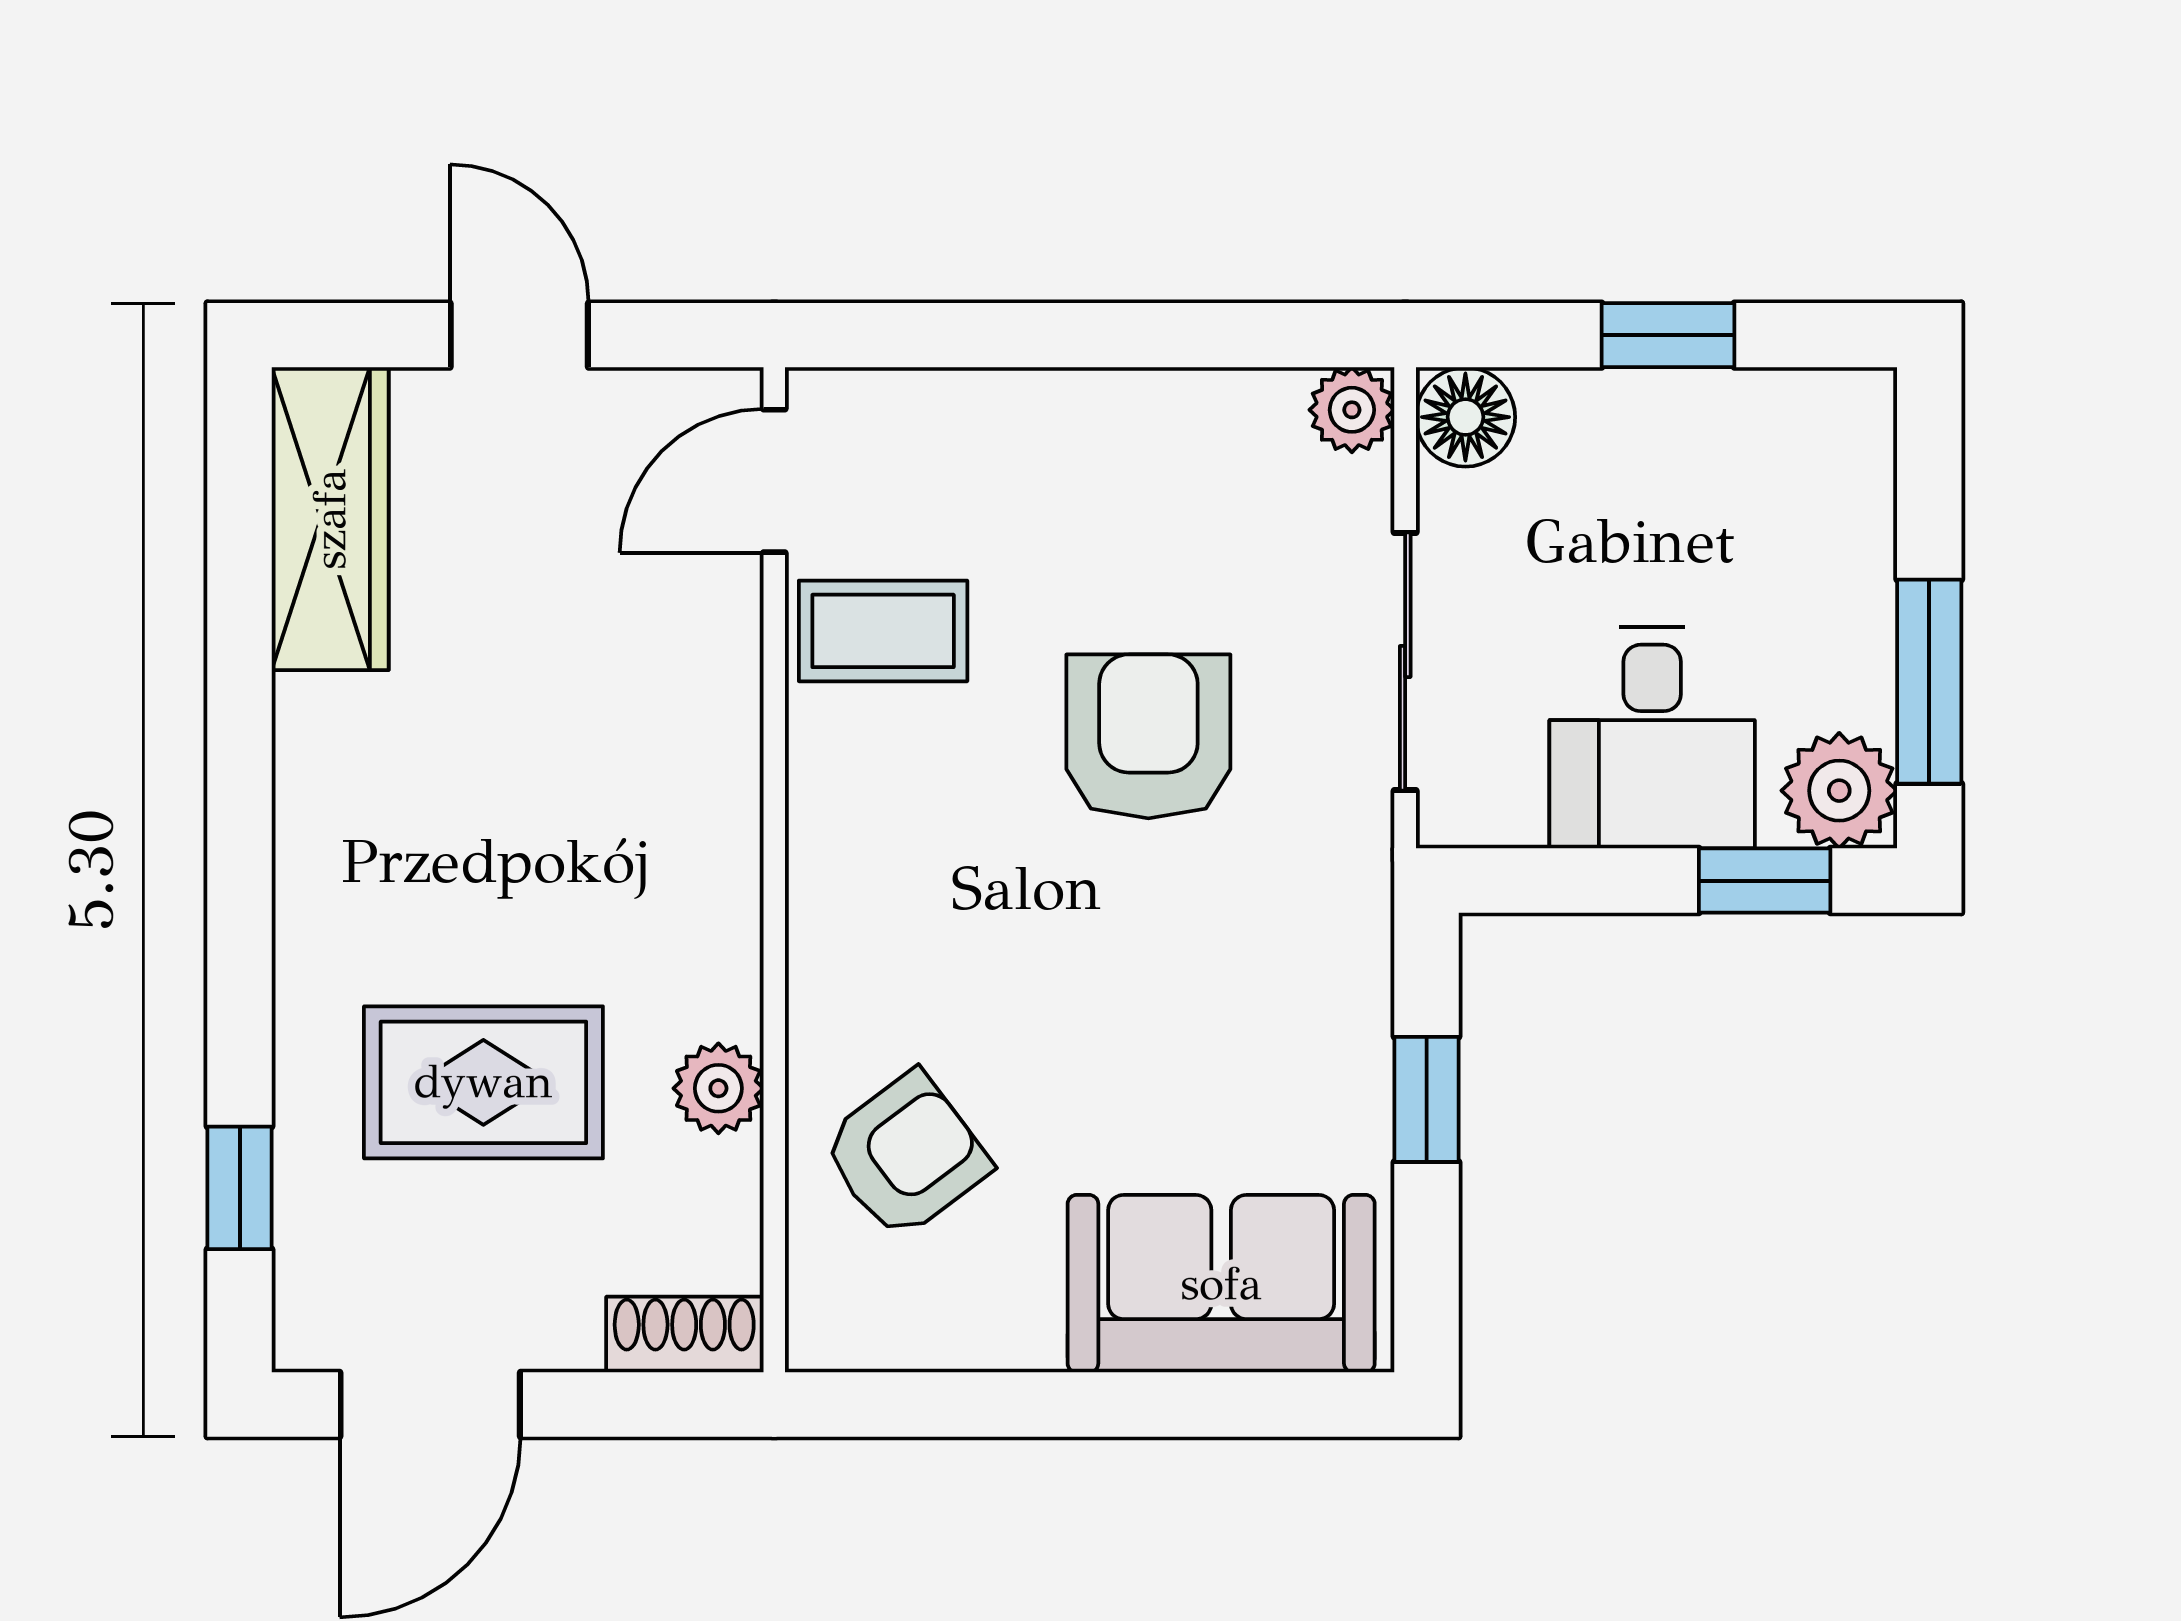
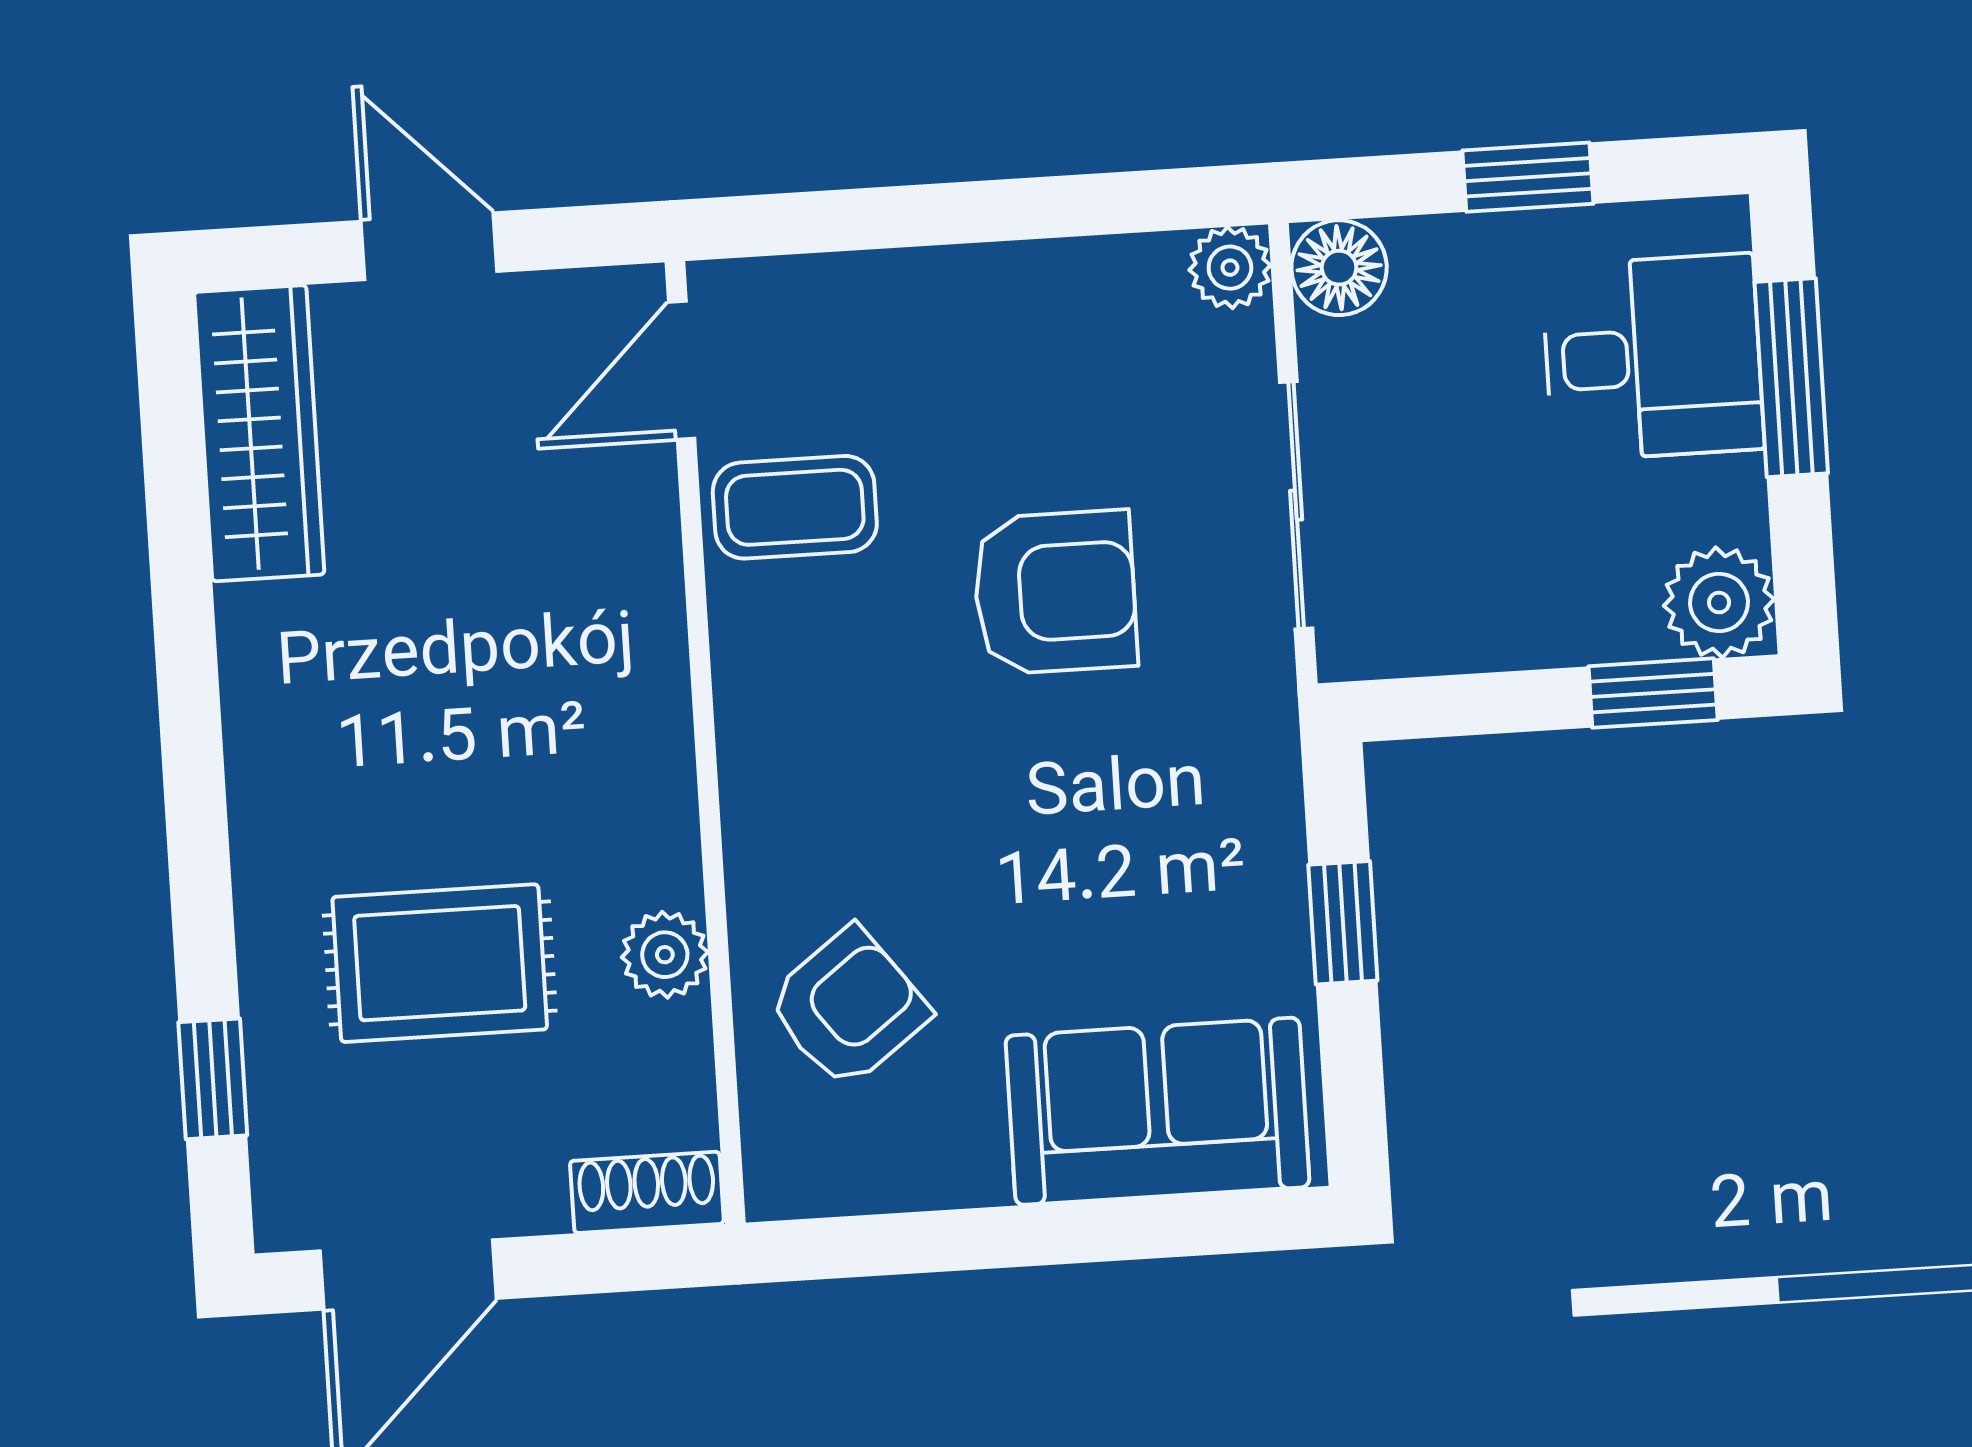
window: (1929, 682) -> (1791, 378), moved
armchair: (1148, 736) -> (1055, 592), turned 90
desk: (1652, 738) -> (1653, 357), moved, turned -90

